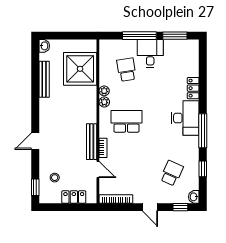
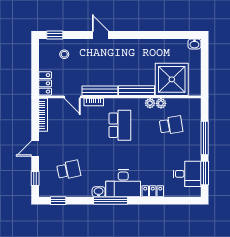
desk: (150, 53) -> (187, 174), moved
bench: (44, 79) -> (136, 91), moved
plant: (104, 102) -> (161, 103), moved
window: (203, 169) -> (58, 201), moved
door: (98, 170) -> (72, 97), hinge flipped
school desk: (172, 173) -> (69, 170), turned -36
locker: (74, 197) -> (45, 83), moved
washbasin: (194, 197) -> (99, 192), moved

